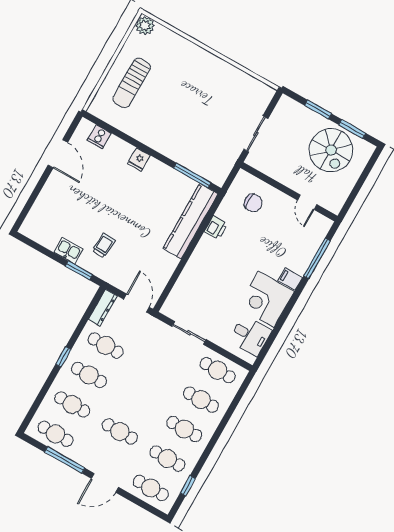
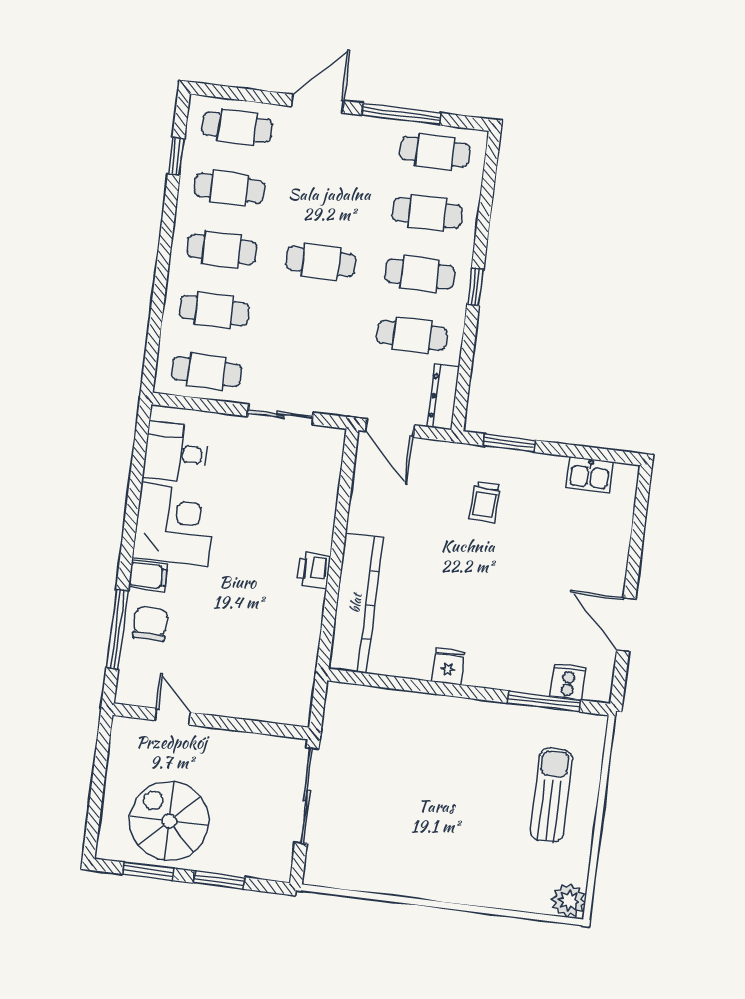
sliding door: (256, 134) -> (307, 796), width x1.37
fridge: (139, 160) -> (448, 666), moved
window: (192, 175) -> (544, 701), moved
chair: (253, 203) -> (150, 624), moved, turned 90
printer: (216, 228) -> (314, 570), moved
kitchen sink: (68, 251) -> (590, 475), moved
cafe table: (120, 431) -> (321, 262), moved

